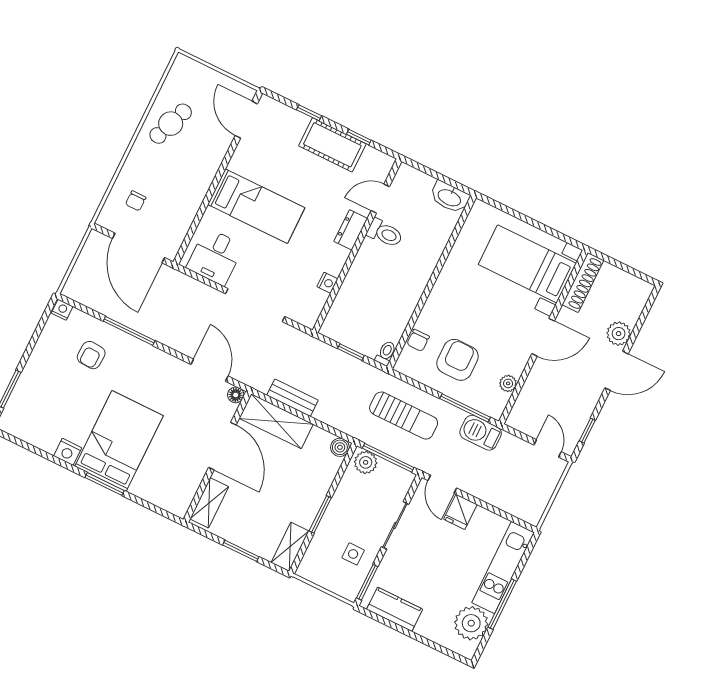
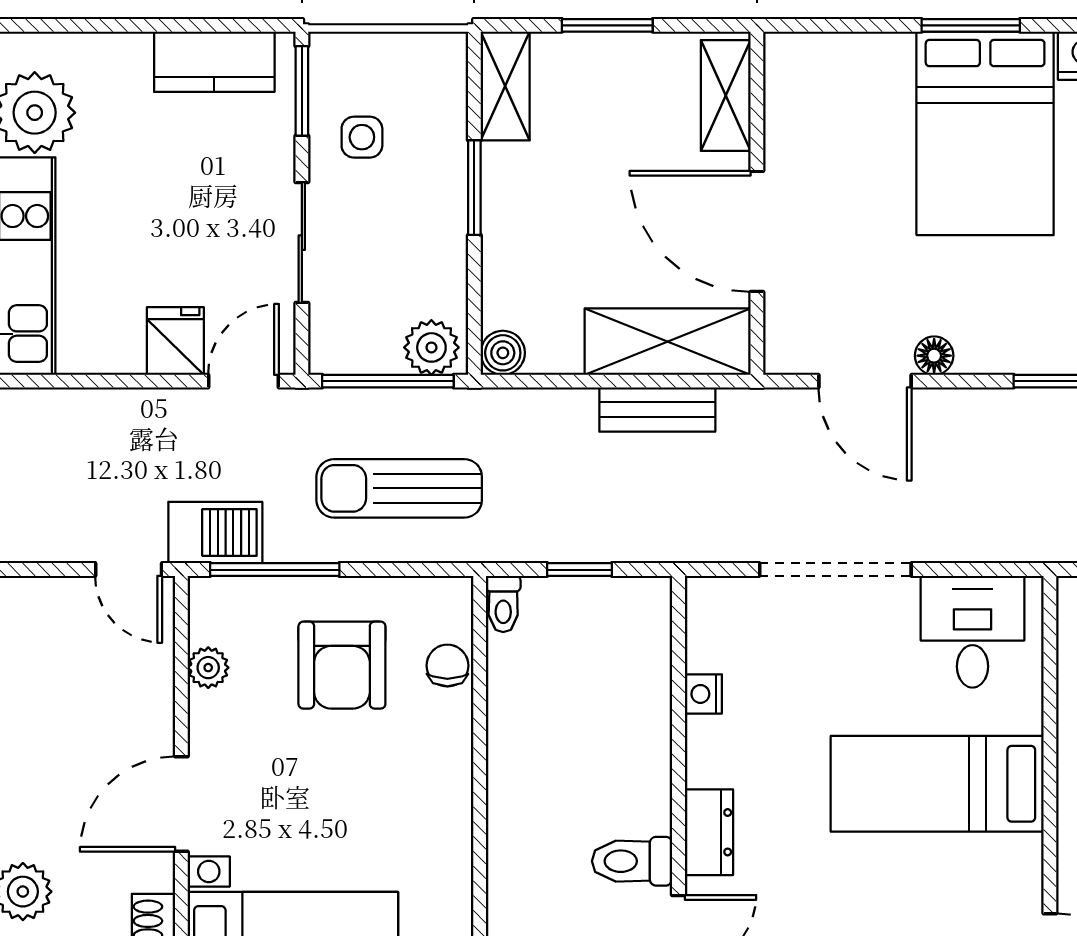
floor lamp: (236, 395) -> (934, 356), moved
door: (548, 448) -> (129, 570), moved
door: (442, 484) -> (243, 381), hinge flipped

